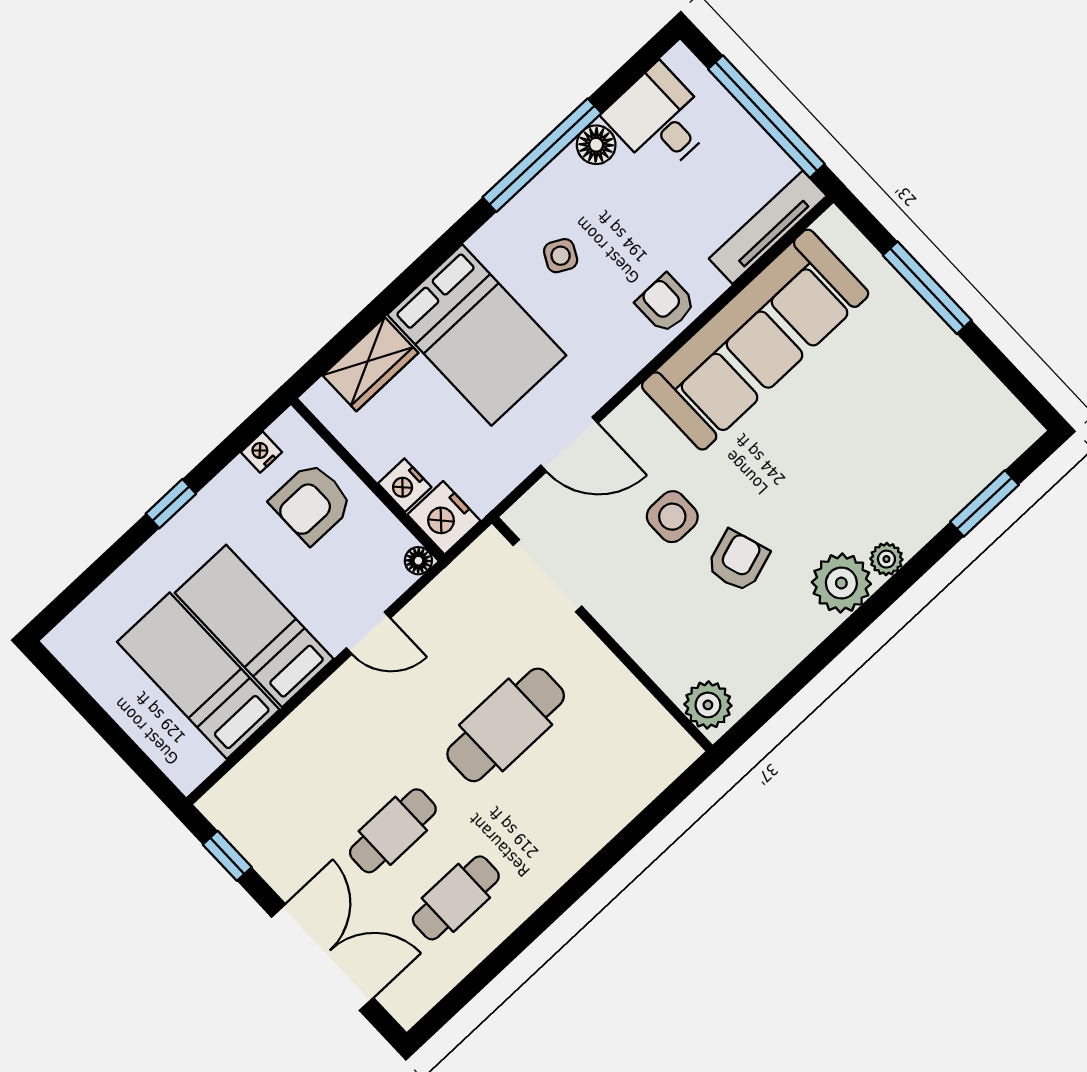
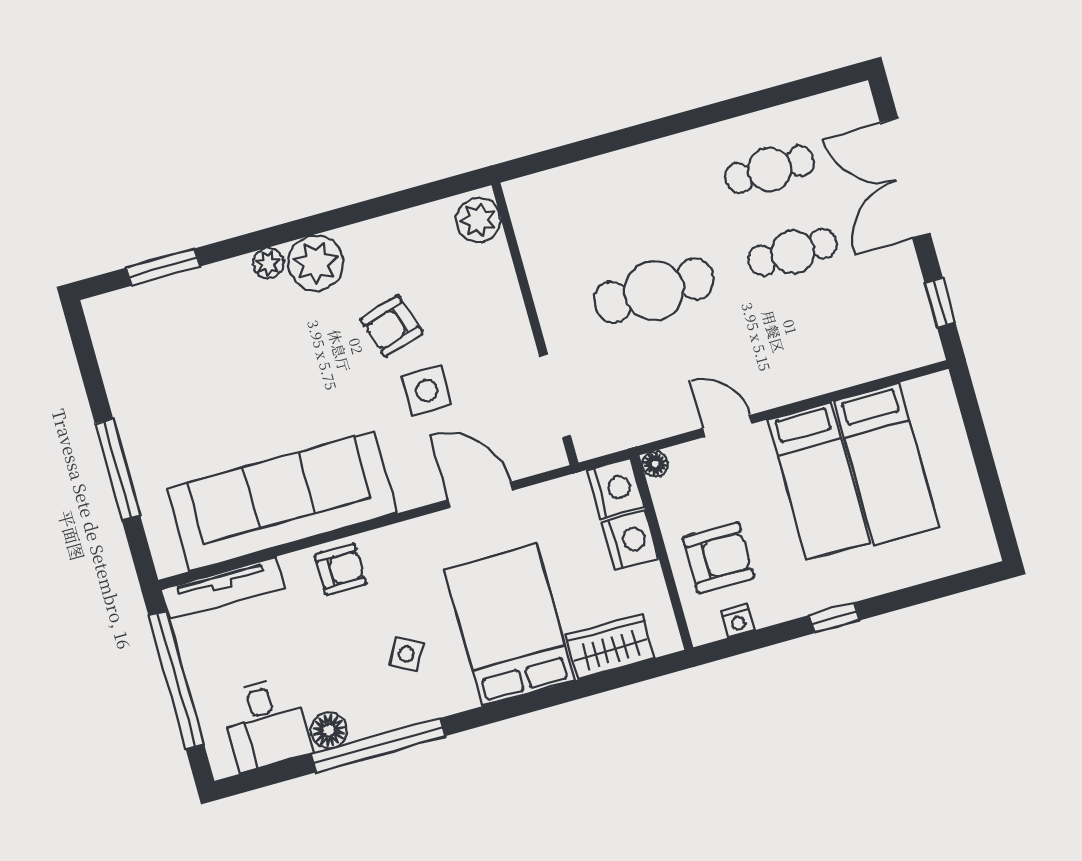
armchair: (666, 304) -> (340, 569), turned -90
nightstand: (405, 485) -> (630, 540), width x1.36, depth x1.33

